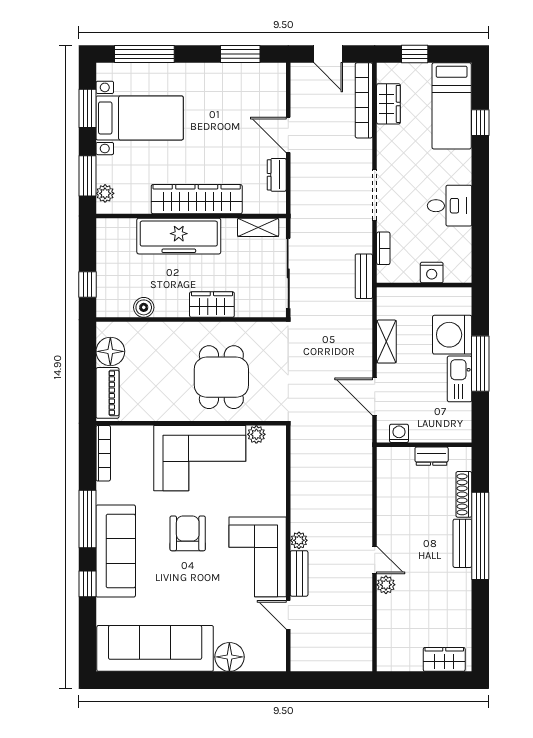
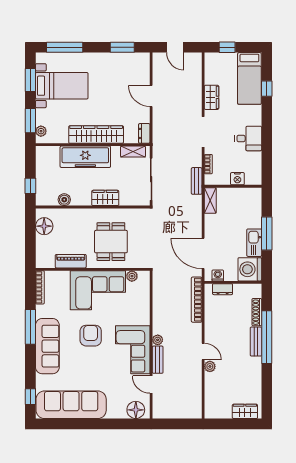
bookcase: (364, 100) -> (197, 300), moved
wardrobe: (388, 104) -> (211, 97), moved
dresser: (277, 175) -> (144, 133), moved
washing machine: (452, 335) -> (250, 269), moved
shelving: (386, 342) -> (210, 200), moved
piano: (107, 393) -> (71, 261), moved, turned -90
door: (375, 397) -> (203, 253), width x1.36
dresser: (432, 456) -> (223, 289), moved
window: (87, 584) -> (30, 397), moved
floor lamp: (229, 657) -> (136, 410), moved

